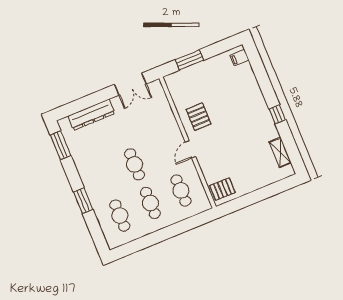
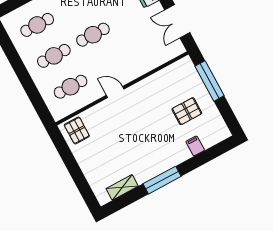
filing cabinet: (240, 58) -> (195, 146), moved
window: (189, 60) -> (210, 81), width x1.44
window: (277, 114) -> (162, 180), width x2.17
pallet: (199, 117) -> (187, 111), moved

